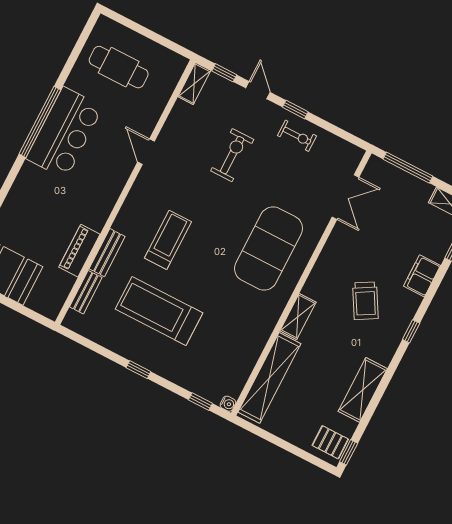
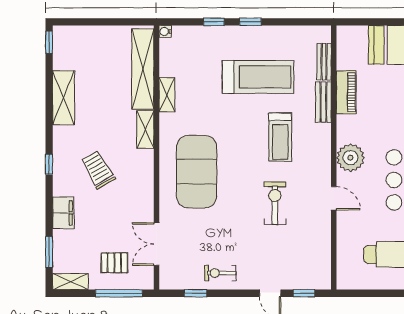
shelving: (194, 84) -> (167, 95), moved
window: (295, 110) -> (196, 293), moved
exercise bike: (232, 155) -> (275, 203), moved, turned 180
plant: (109, 184) -> (350, 158), added
window: (200, 402) -> (214, 22), moved
pallet: (330, 442) -> (114, 263), moved

